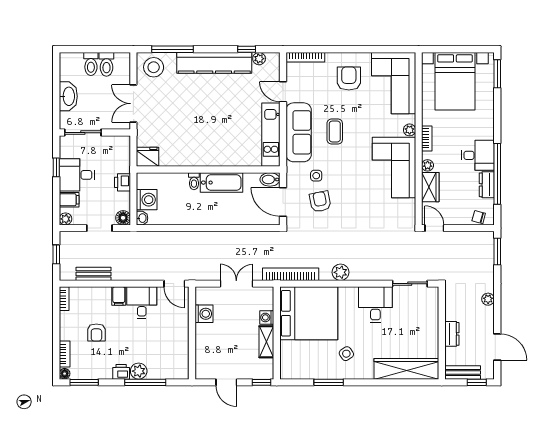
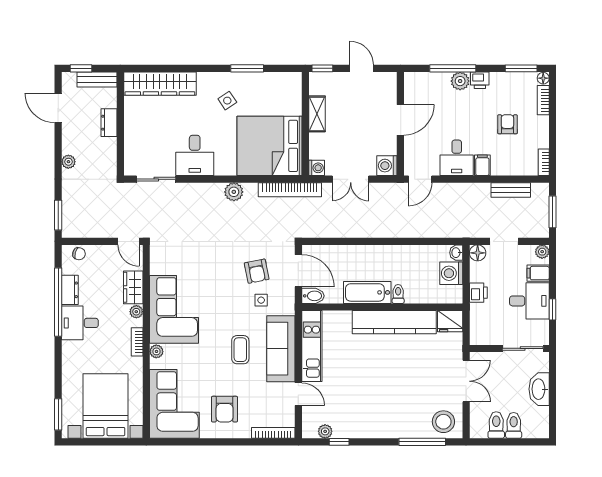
kitchen counter: (214, 63) -> (394, 322), moved, turned 180
window: (56, 254) -> (553, 212), width x1.50
door: (174, 284) -> (420, 179), swing flipped
washing machine: (204, 314) -> (387, 166), moved
washing machine: (267, 317) -> (317, 168), moved
door: (192, 336) -> (400, 120), added

